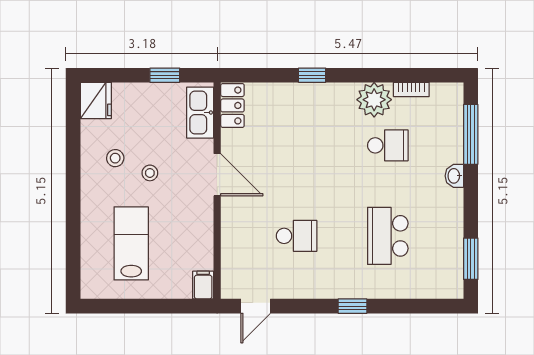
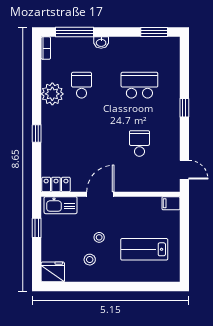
bookcase: (411, 89) -> (46, 48), moved
school desk: (388, 236) -> (139, 85), turned 180

